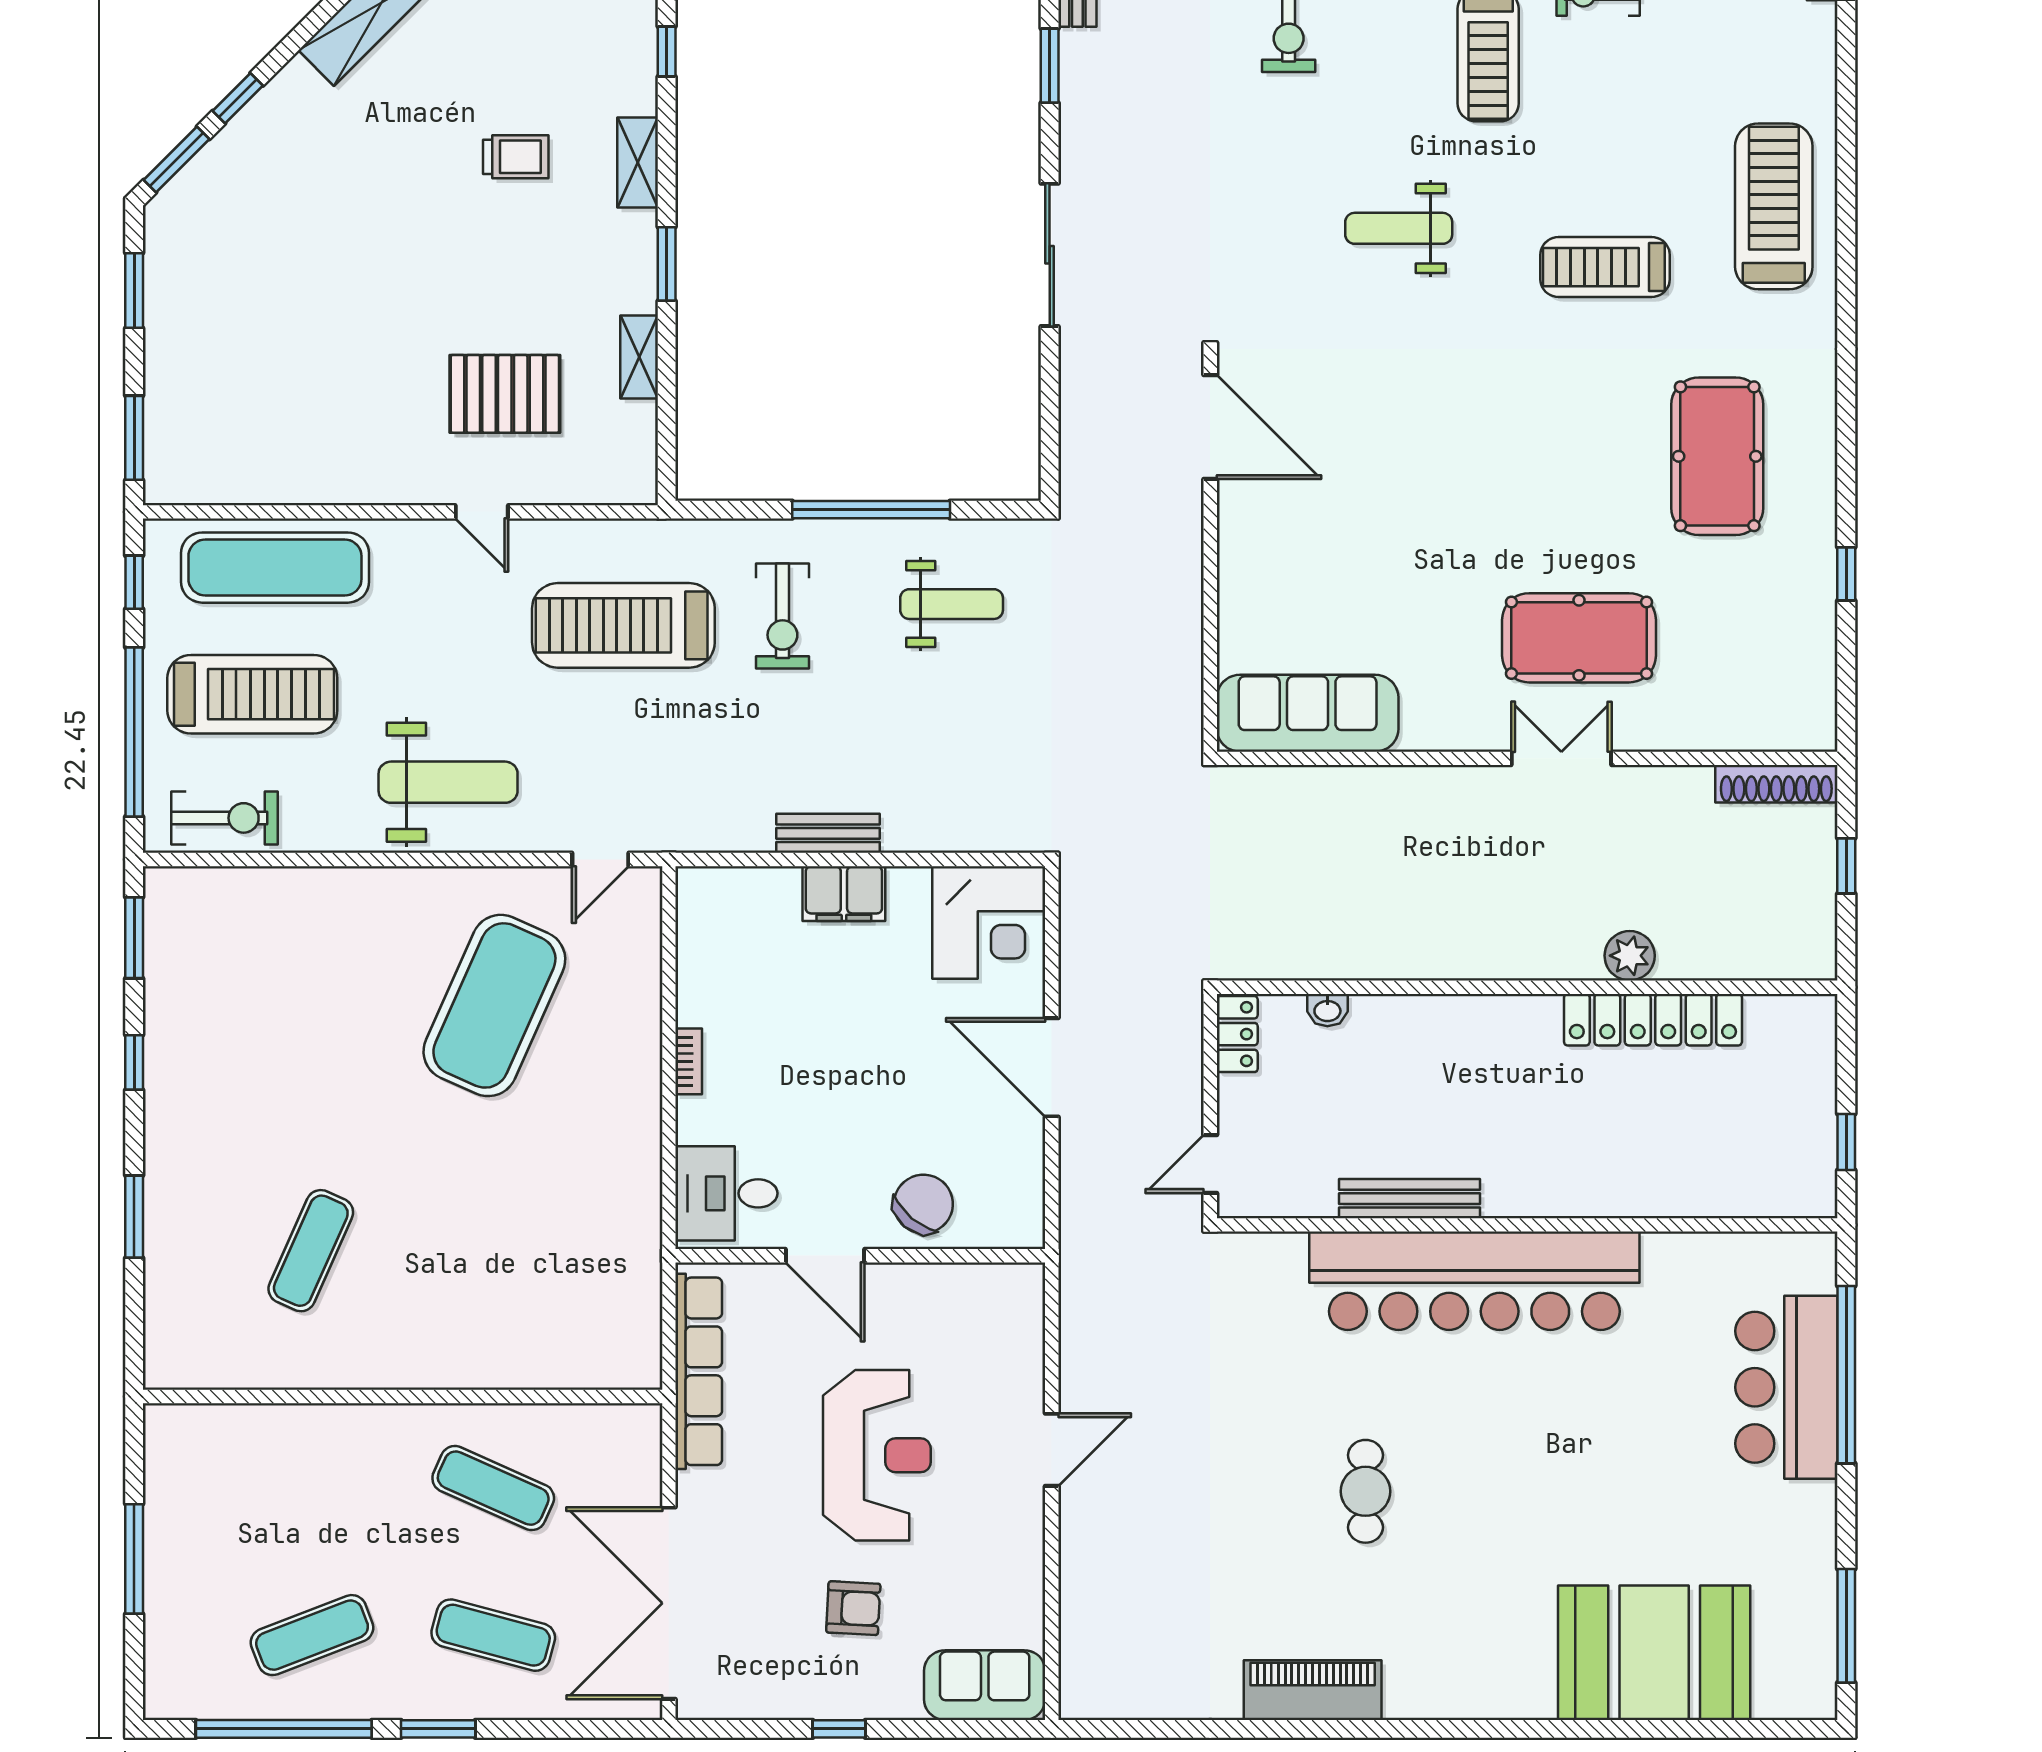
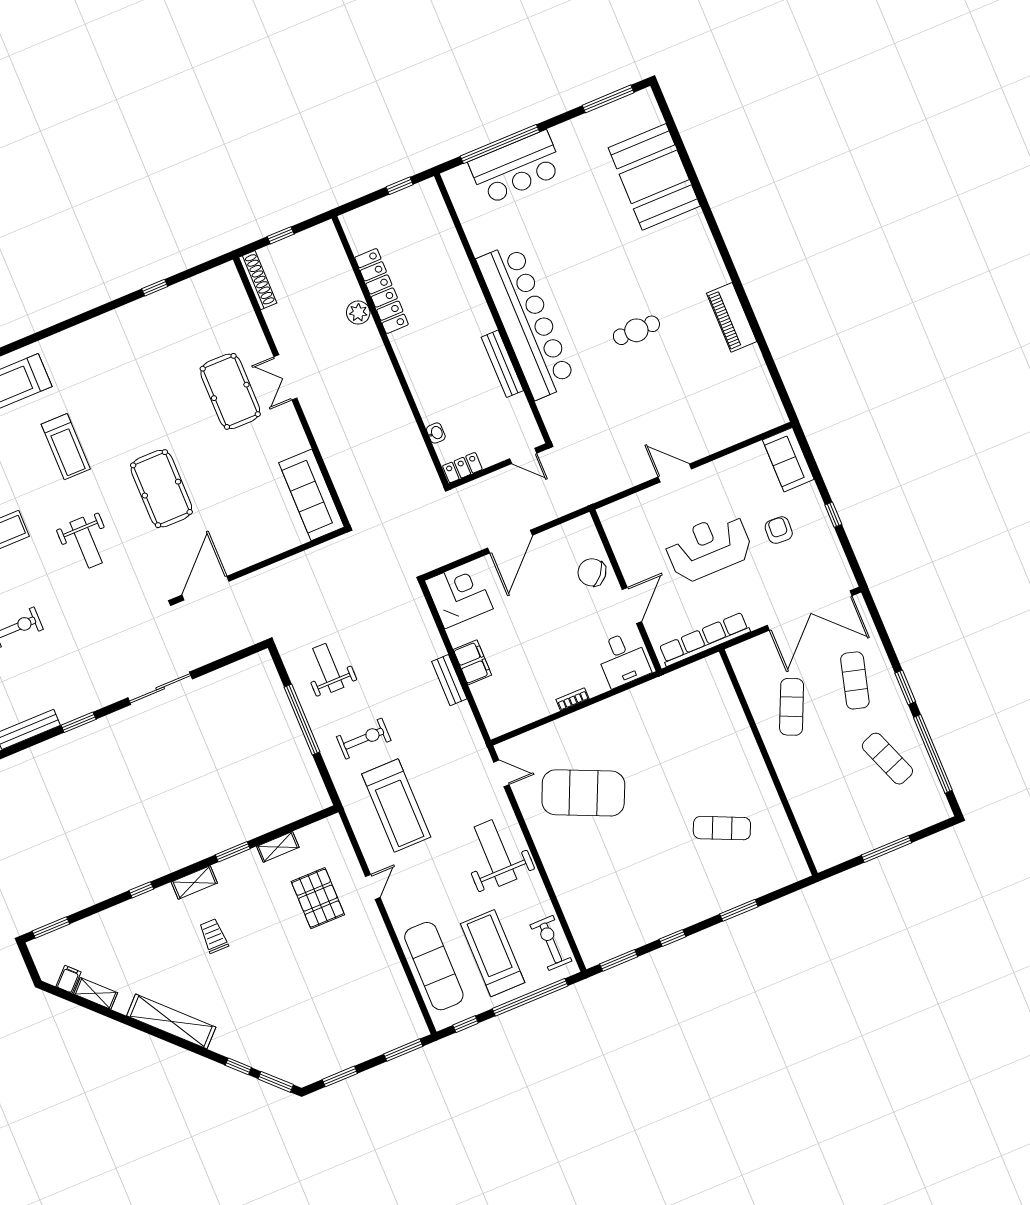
pool table: (1717, 456) -> (161, 489), moved, turned 90

